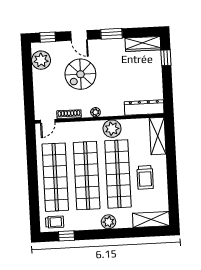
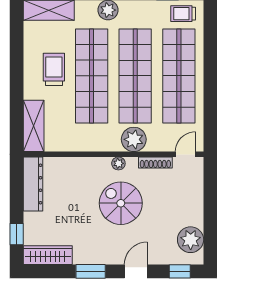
door: (79, 35) -> (136, 271), hinge flipped
spiral stairs: (80, 74) -> (121, 203), moved, turned -90
dresser: (144, 108) -> (33, 184), moved, turned -90
plant: (112, 129) -> (134, 139), moved

